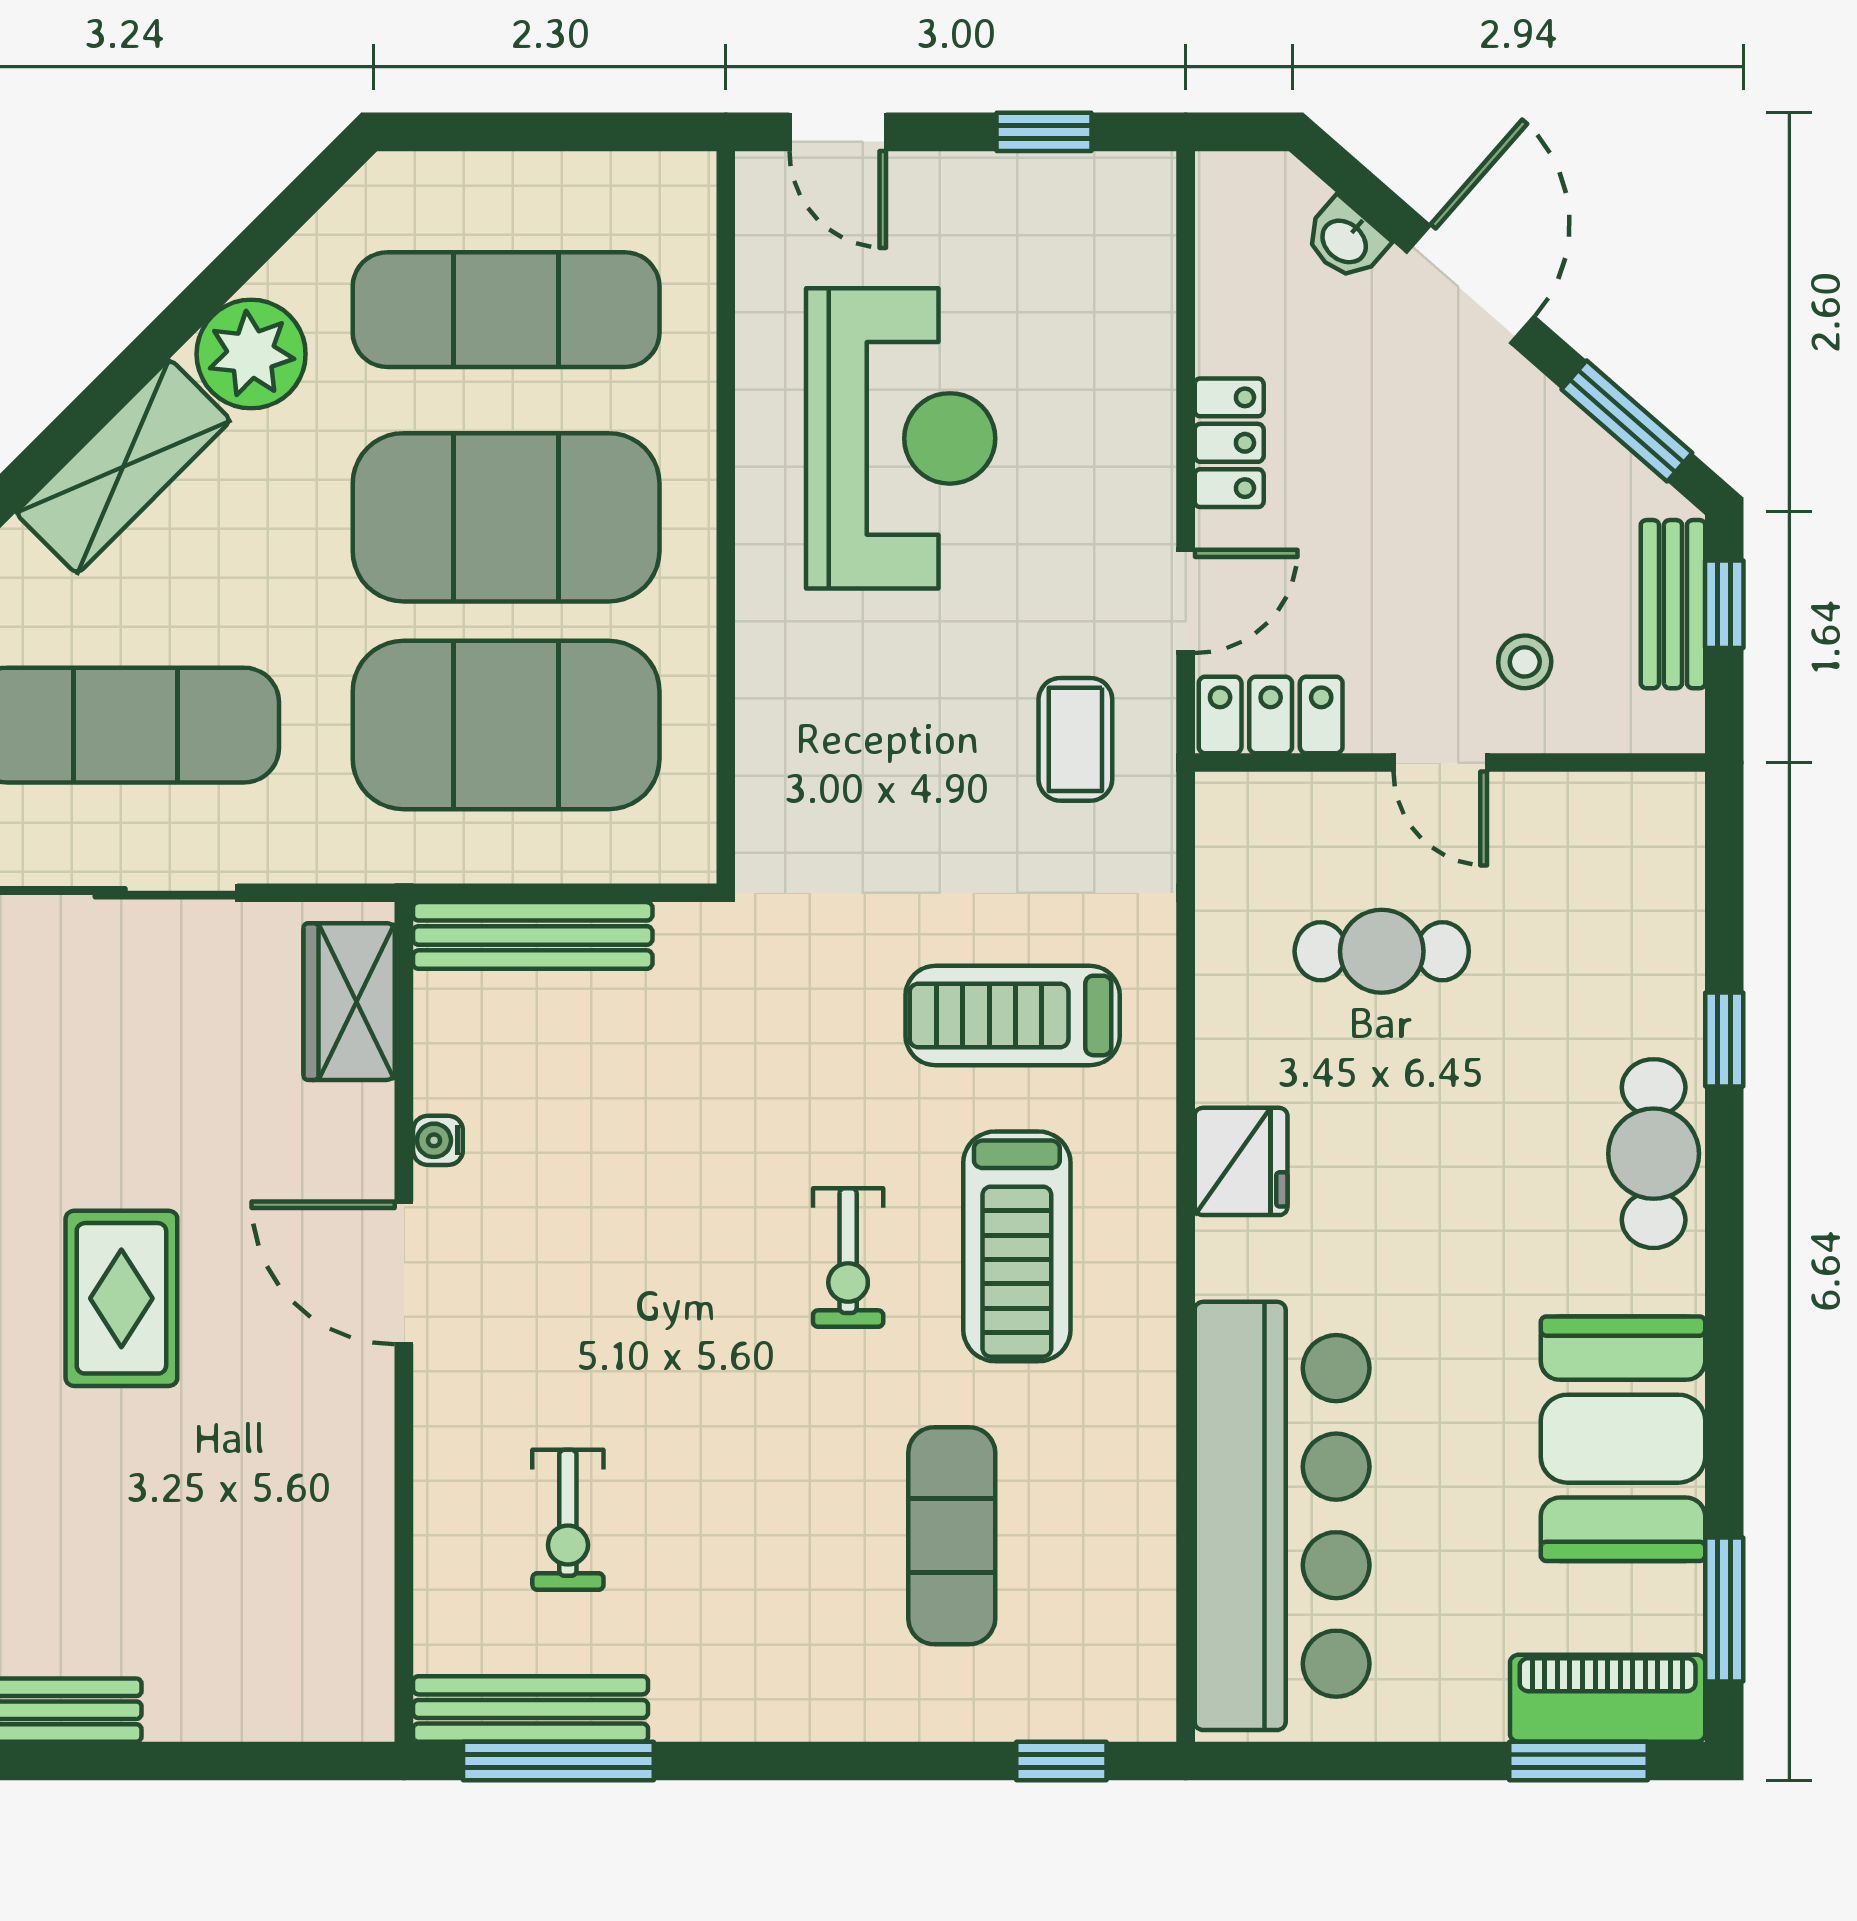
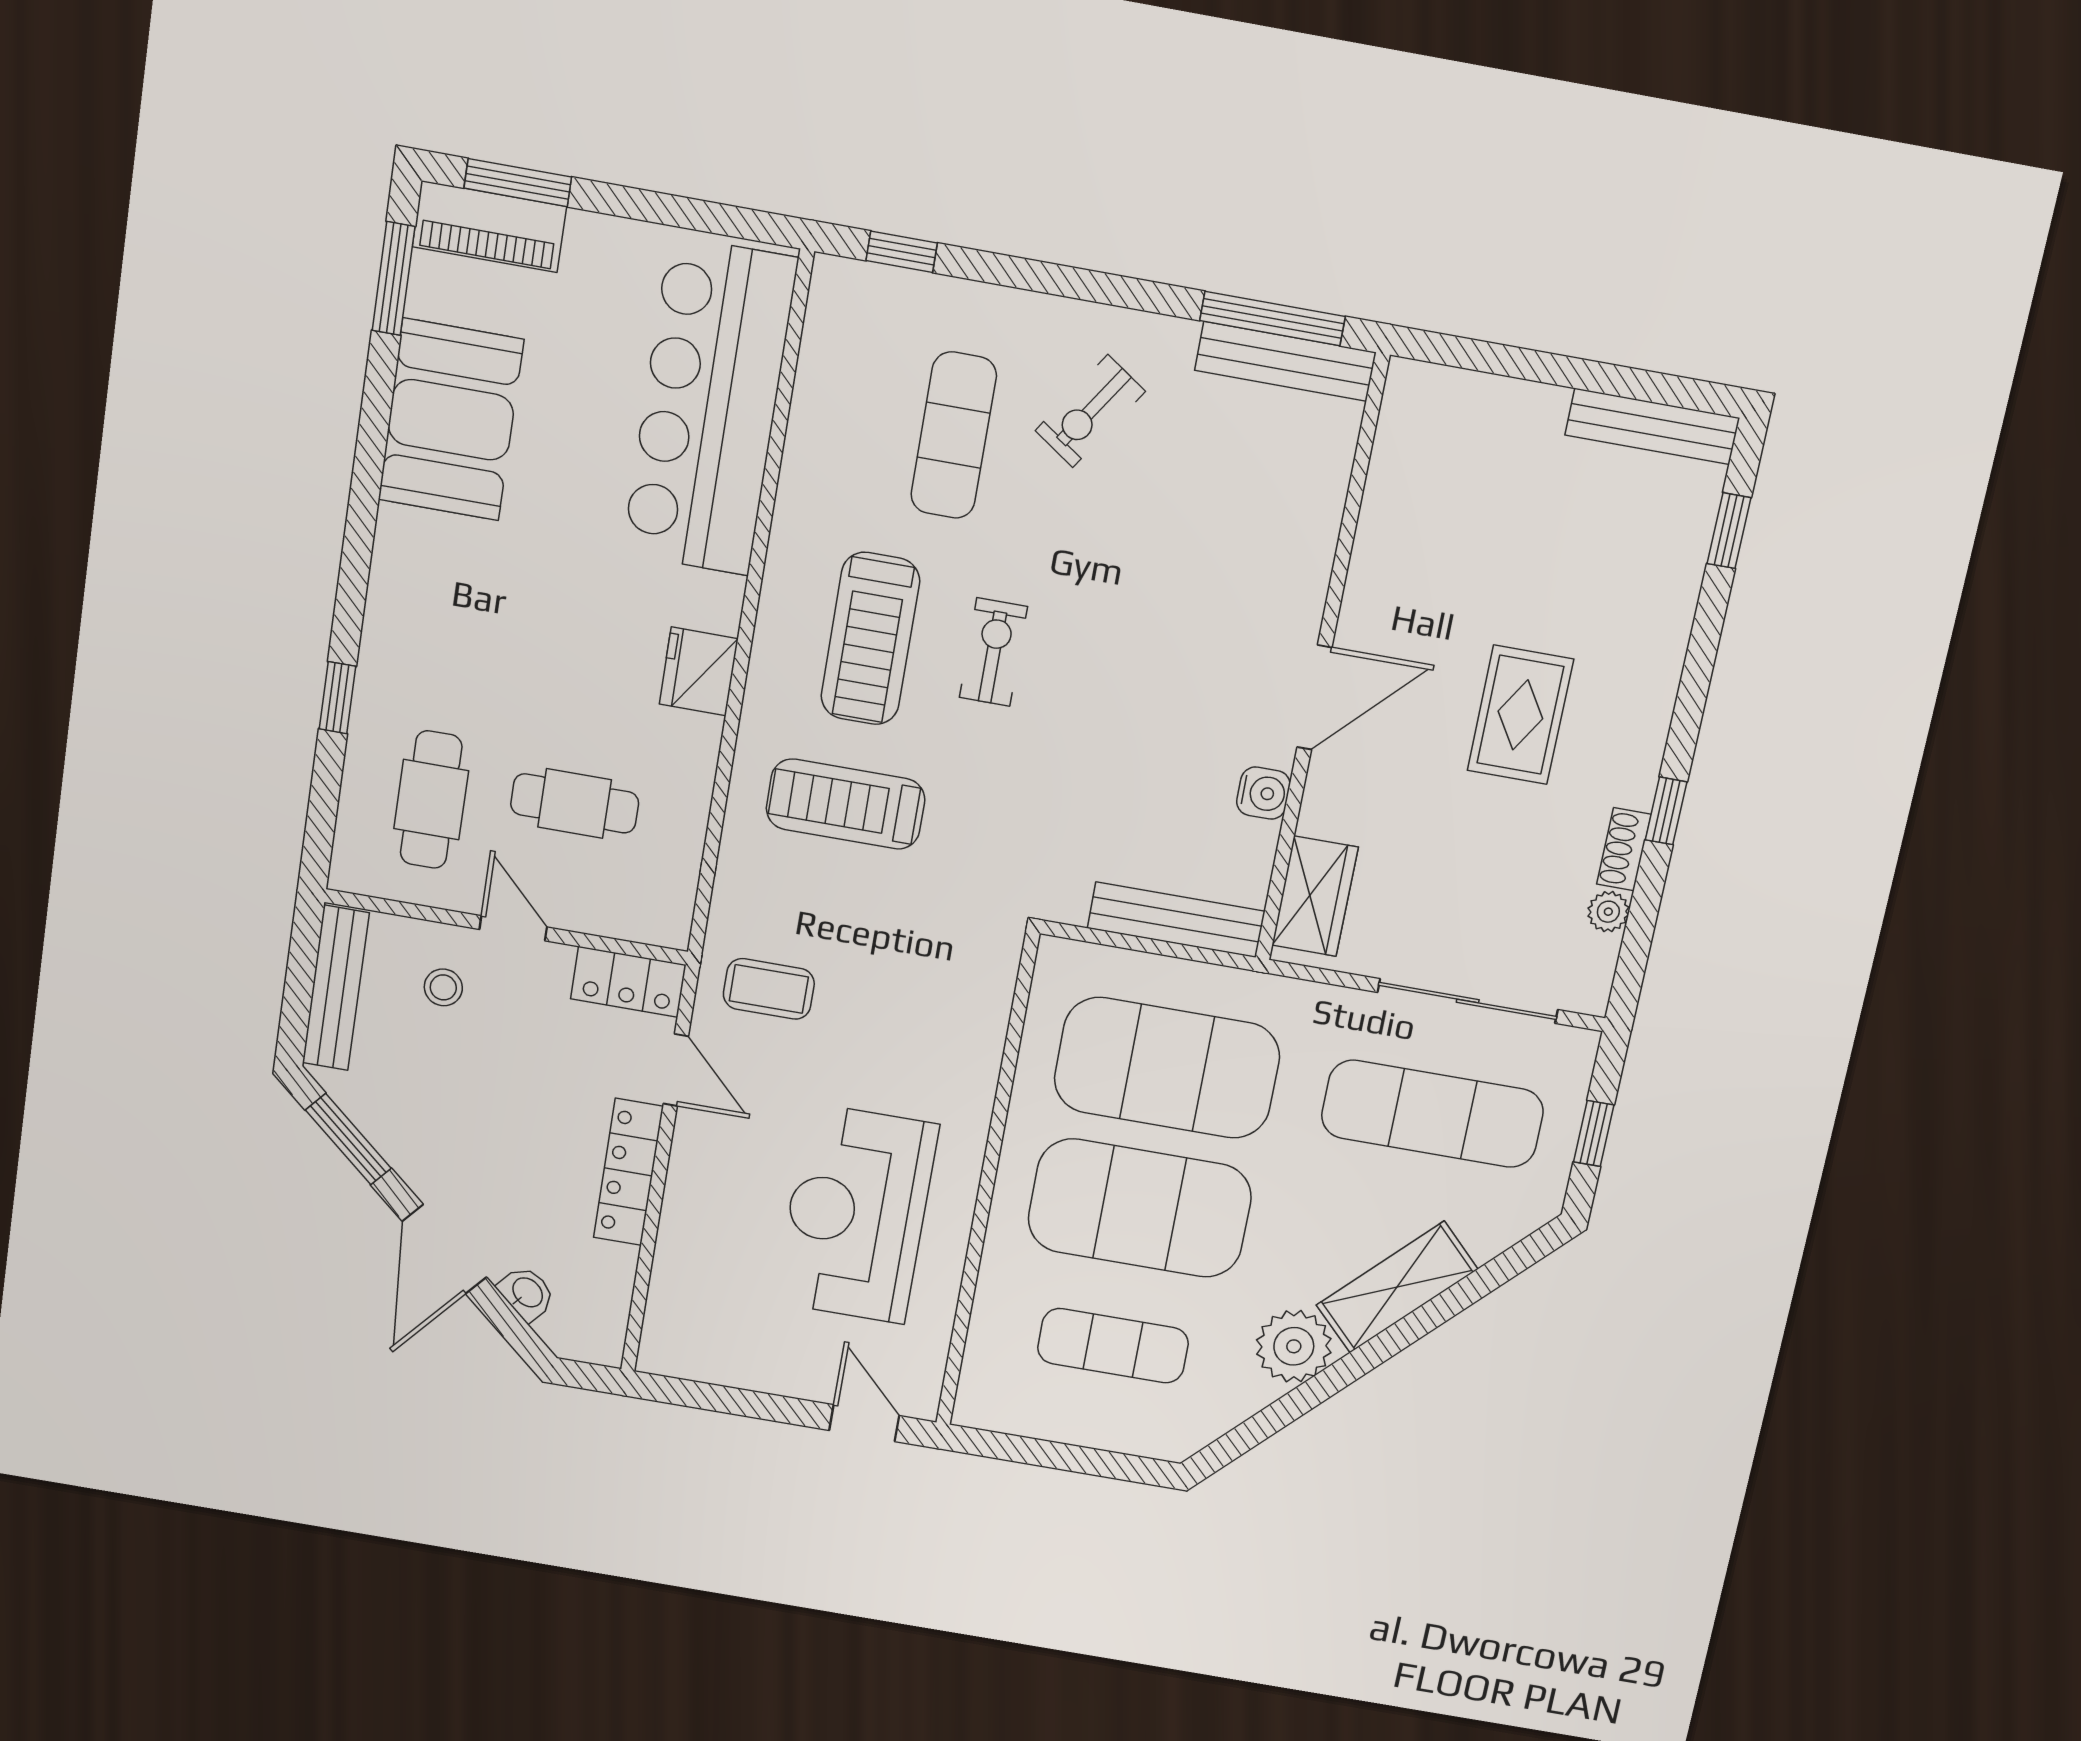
window: (1044, 132) -> (723, 1399), removed
exercise mat: (506, 310) -> (1113, 1346), width x0.73, depth x0.69
locker: (1229, 443) -> (628, 1172), width x1.53
door: (1186, 601) -> (676, 1070), swing flipped
bench: (1673, 604) -> (336, 988), width x1.36
window: (1724, 604) -> (297, 1003), removed
coffee table: (1075, 739) -> (769, 989), turned 90
treadmill: (1013, 1015) -> (846, 804), turned 180
water cooler: (438, 1140) -> (1263, 793), width x1.38, depth x1.38
cafe table: (1654, 1154) -> (431, 800), moved
treadmill: (1017, 1246) -> (870, 639), turned 180
door: (404, 1273) -> (1314, 697), hinge flipped
exercise bike: (568, 1520) -> (1090, 411), moved, turned -146

